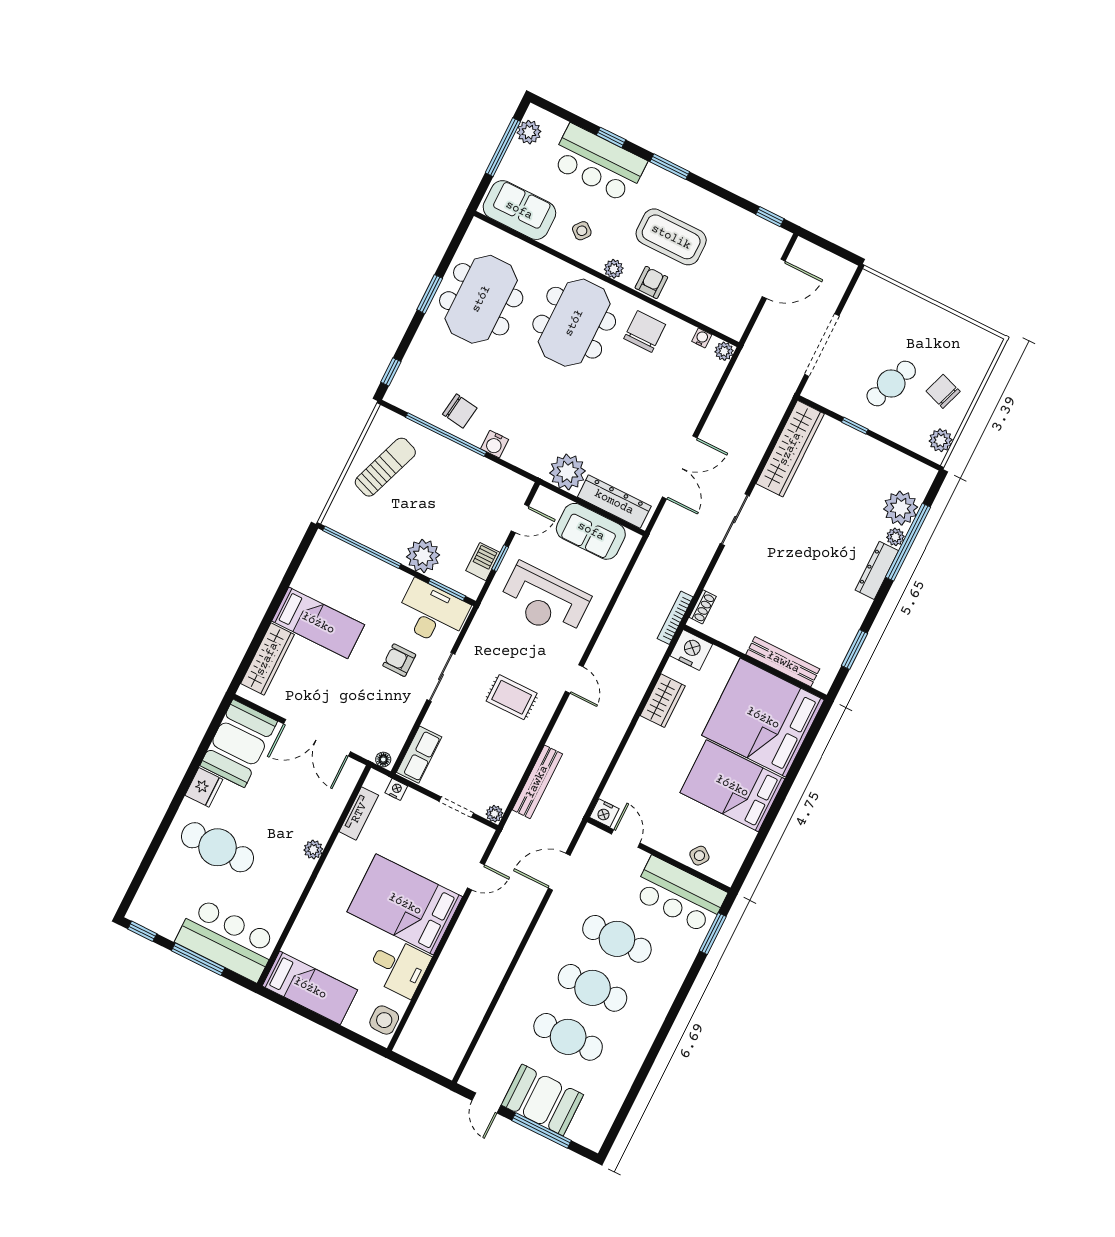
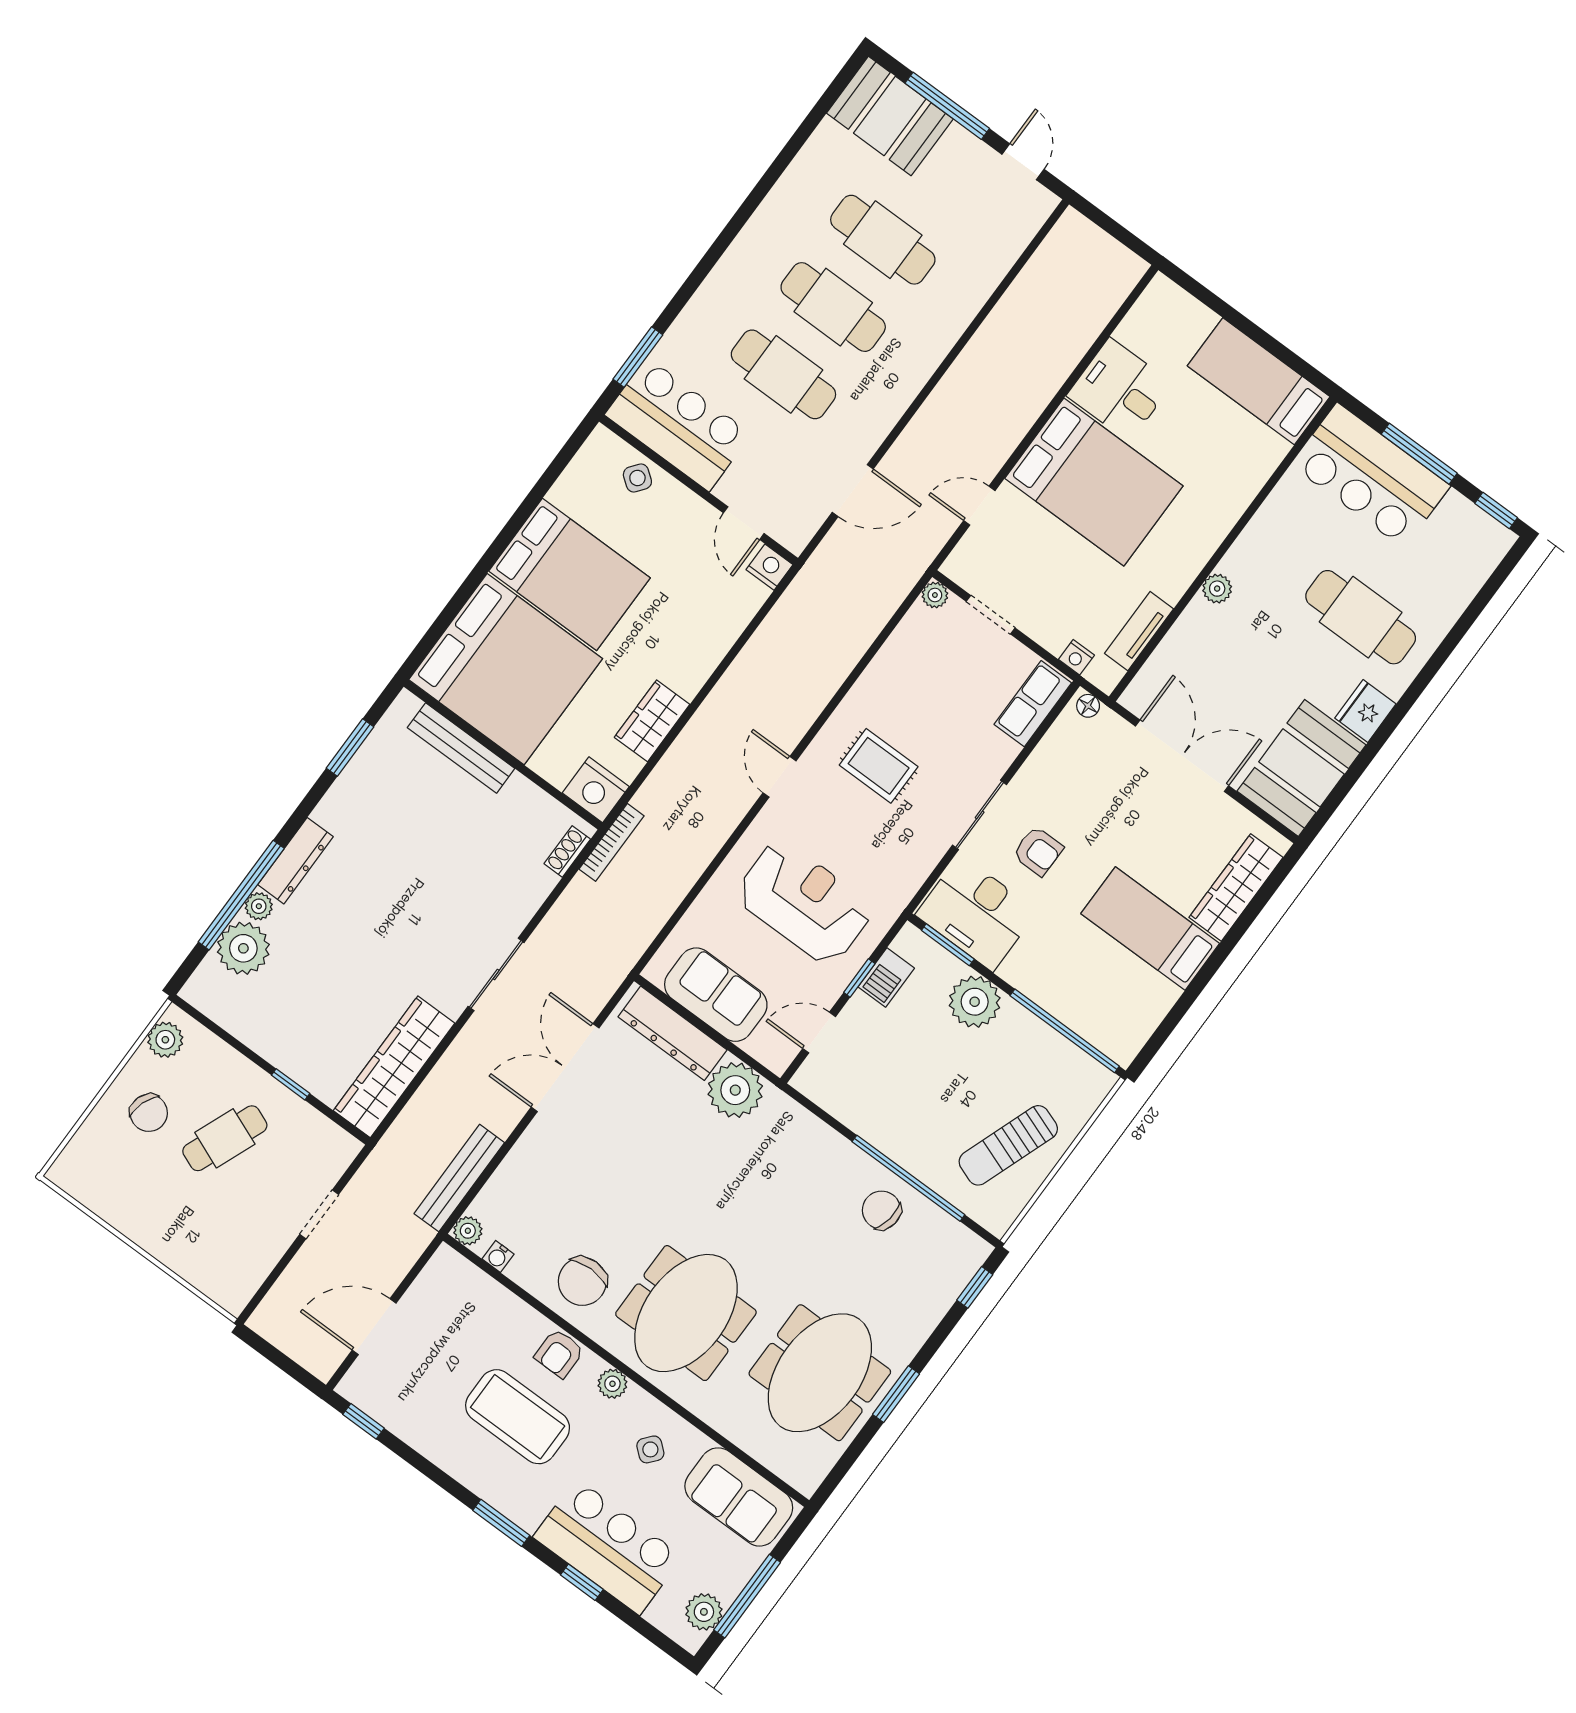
doorway: (822, 345) -> (319, 1214), width x0.53
water cooler: (495, 444) -> (838, 1151), removed
bench: (537, 782) -> (459, 1178), moved
side table: (384, 1020) -> (1155, 313), removed
booth: (542, 1100) -> (890, 116), moved

